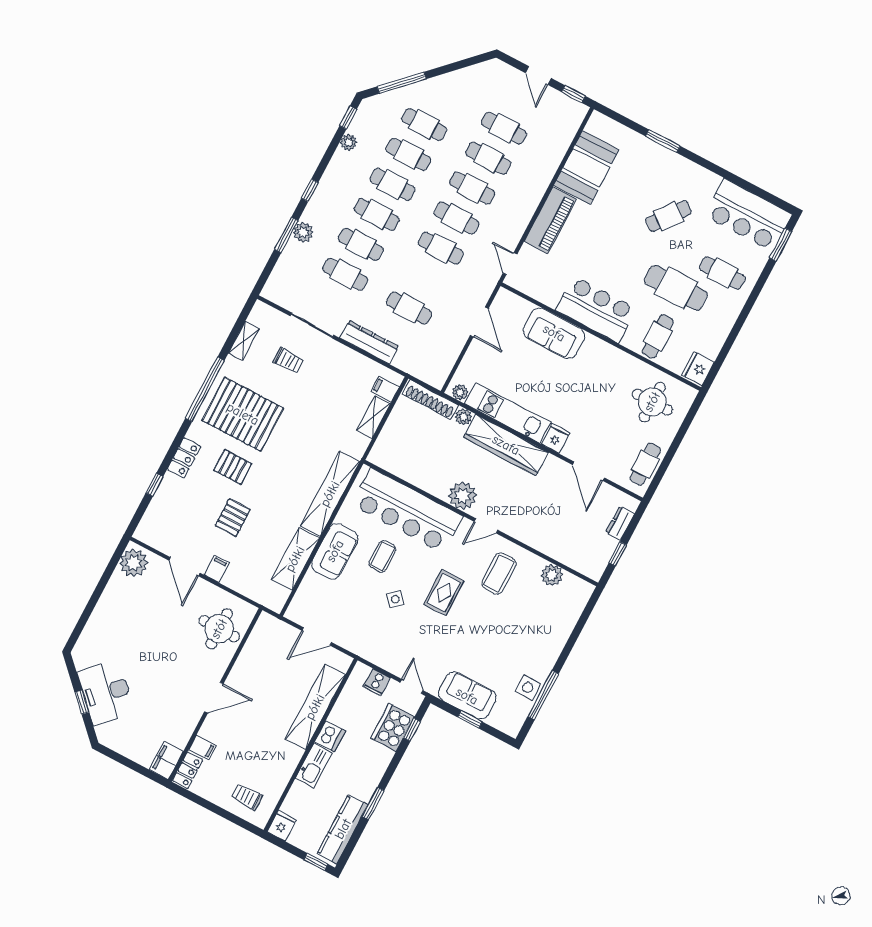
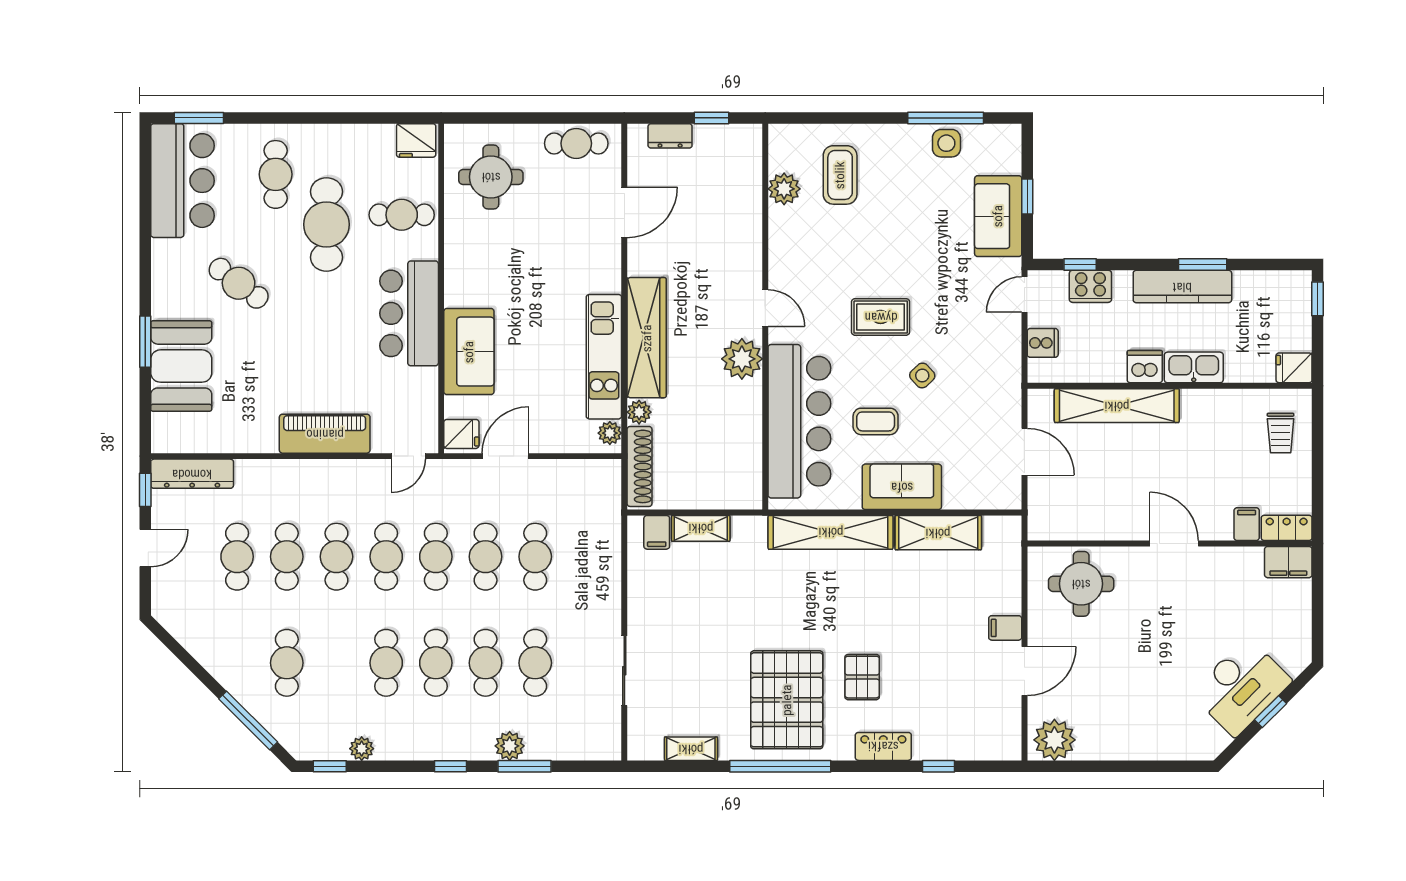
cafe table: (408, 154) -> (486, 557), moved
booth: (586, 168) -> (181, 366), moved, turned 90
dresser: (369, 342) -> (192, 474), moved, turned -90
trolley: (288, 360) -> (686, 678), removed
fridge: (556, 438) -> (461, 434), moved, turned 180
pallet: (233, 518) -> (928, 642), removed
coffee table: (499, 574) -> (840, 175), moved, turned 90
cooker: (393, 727) -> (1090, 286), width x0.73, depth x0.76
kitchen counter: (343, 829) -> (1182, 287), moved

